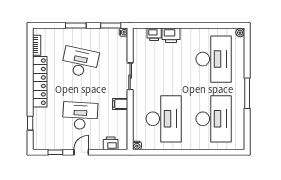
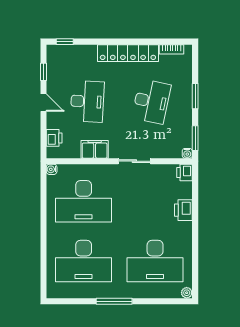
printer: (154, 34) -> (185, 173), moved
filing cabinet: (120, 104) -> (95, 149), width x2.00
window: (30, 123) -> (65, 42), moved

